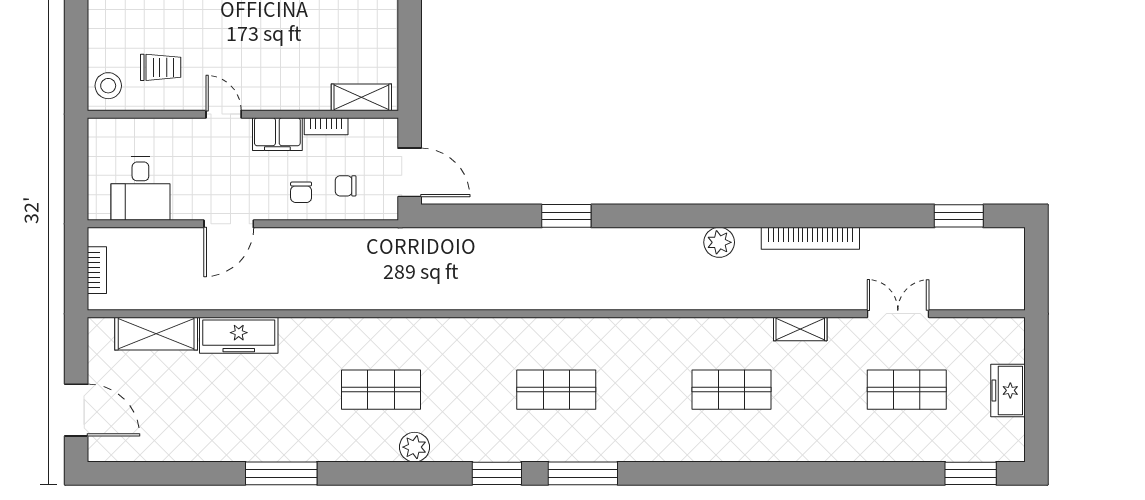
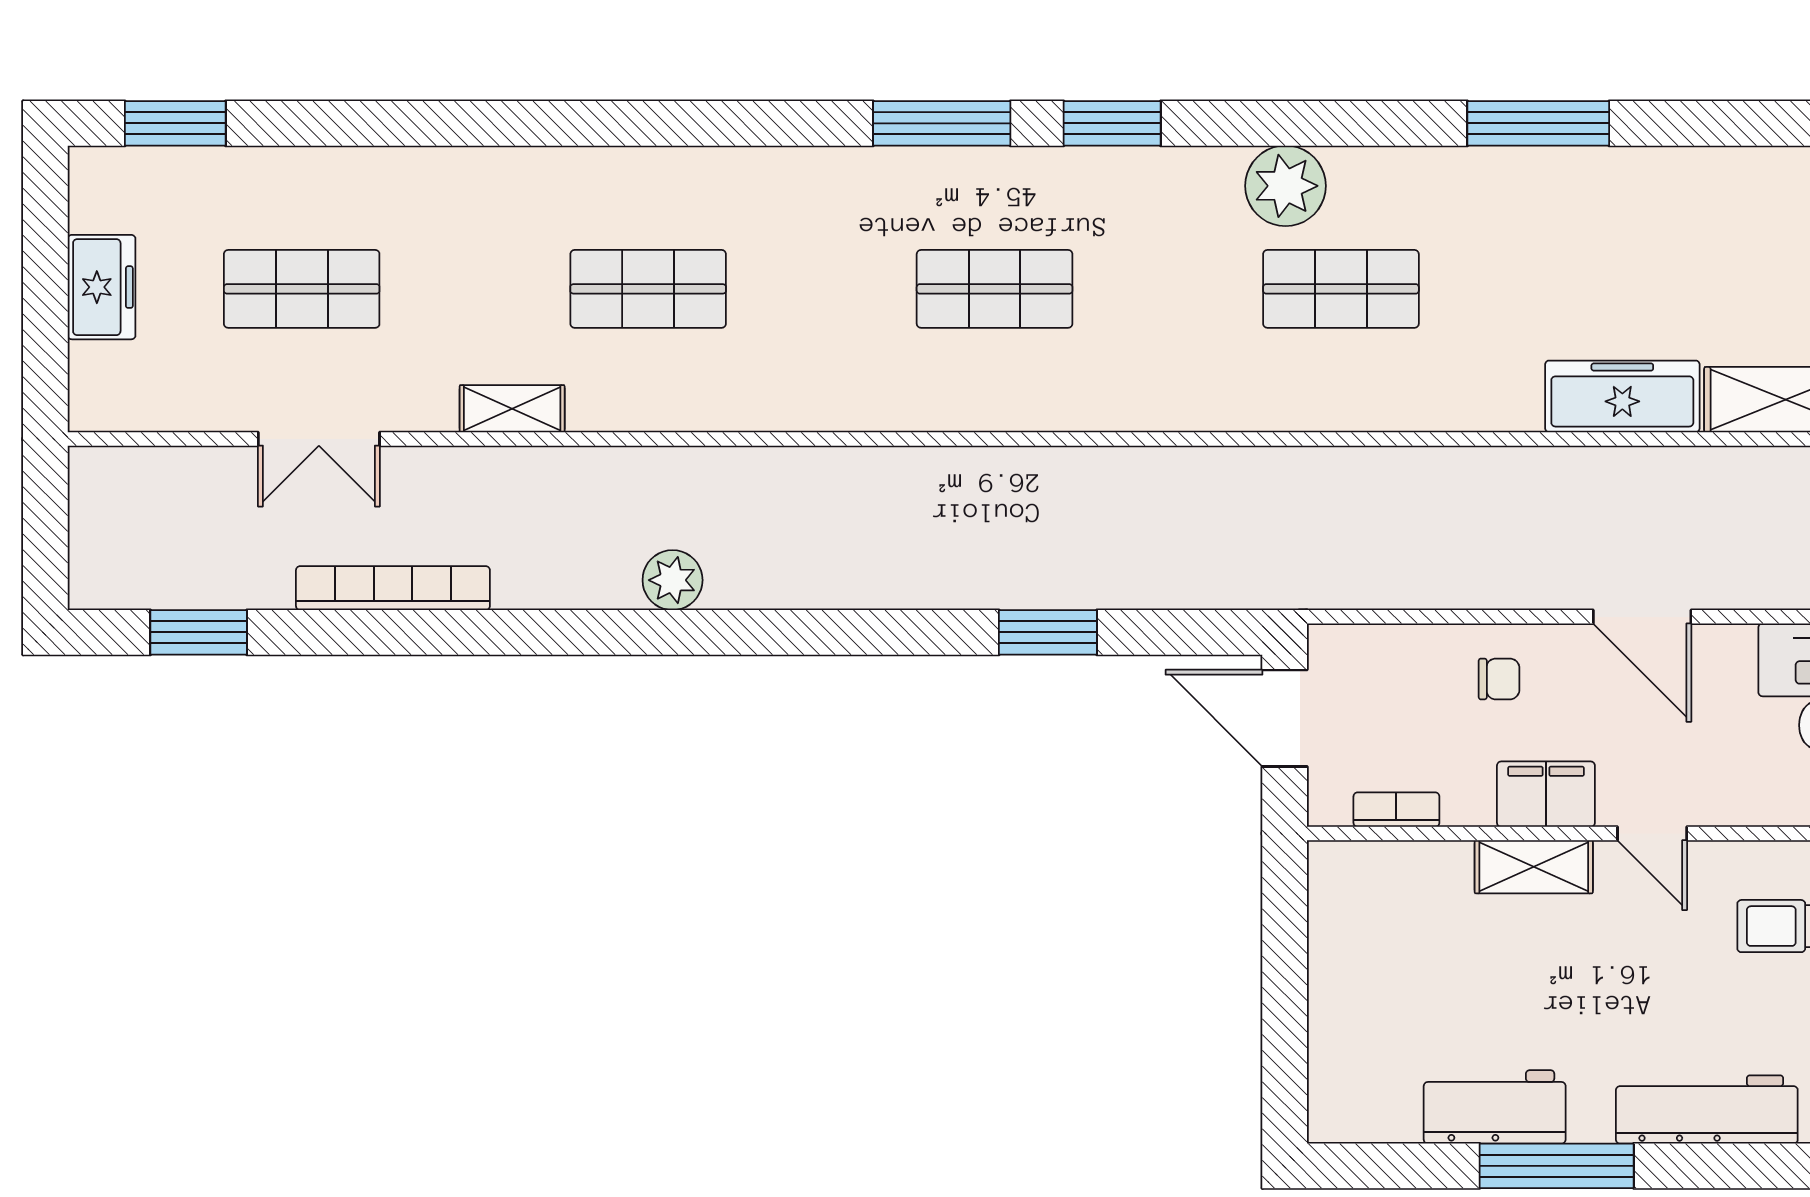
shelving: (361, 97) -> (1534, 867), moved
bookcase: (326, 126) -> (1396, 810), moved
chair: (346, 186) -> (1411, 692), removed
chair: (301, 192) -> (1499, 679), turned 90
window: (566, 216) -> (1048, 632), moved
door: (229, 224) -> (1642, 617), swing flipped
bookcase: (810, 238) -> (393, 588), moved
plant: (415, 447) -> (1286, 186), width x1.36, depth x1.36

